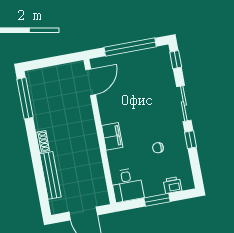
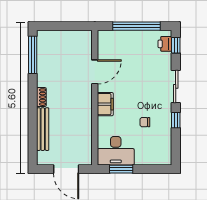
door: (91, 82) -> (95, 72), moved
desk: (127, 185) -> (116, 151), width x1.37
printer: (172, 185) -> (165, 44), moved, turned -90
window: (157, 200) -> (121, 169), moved

